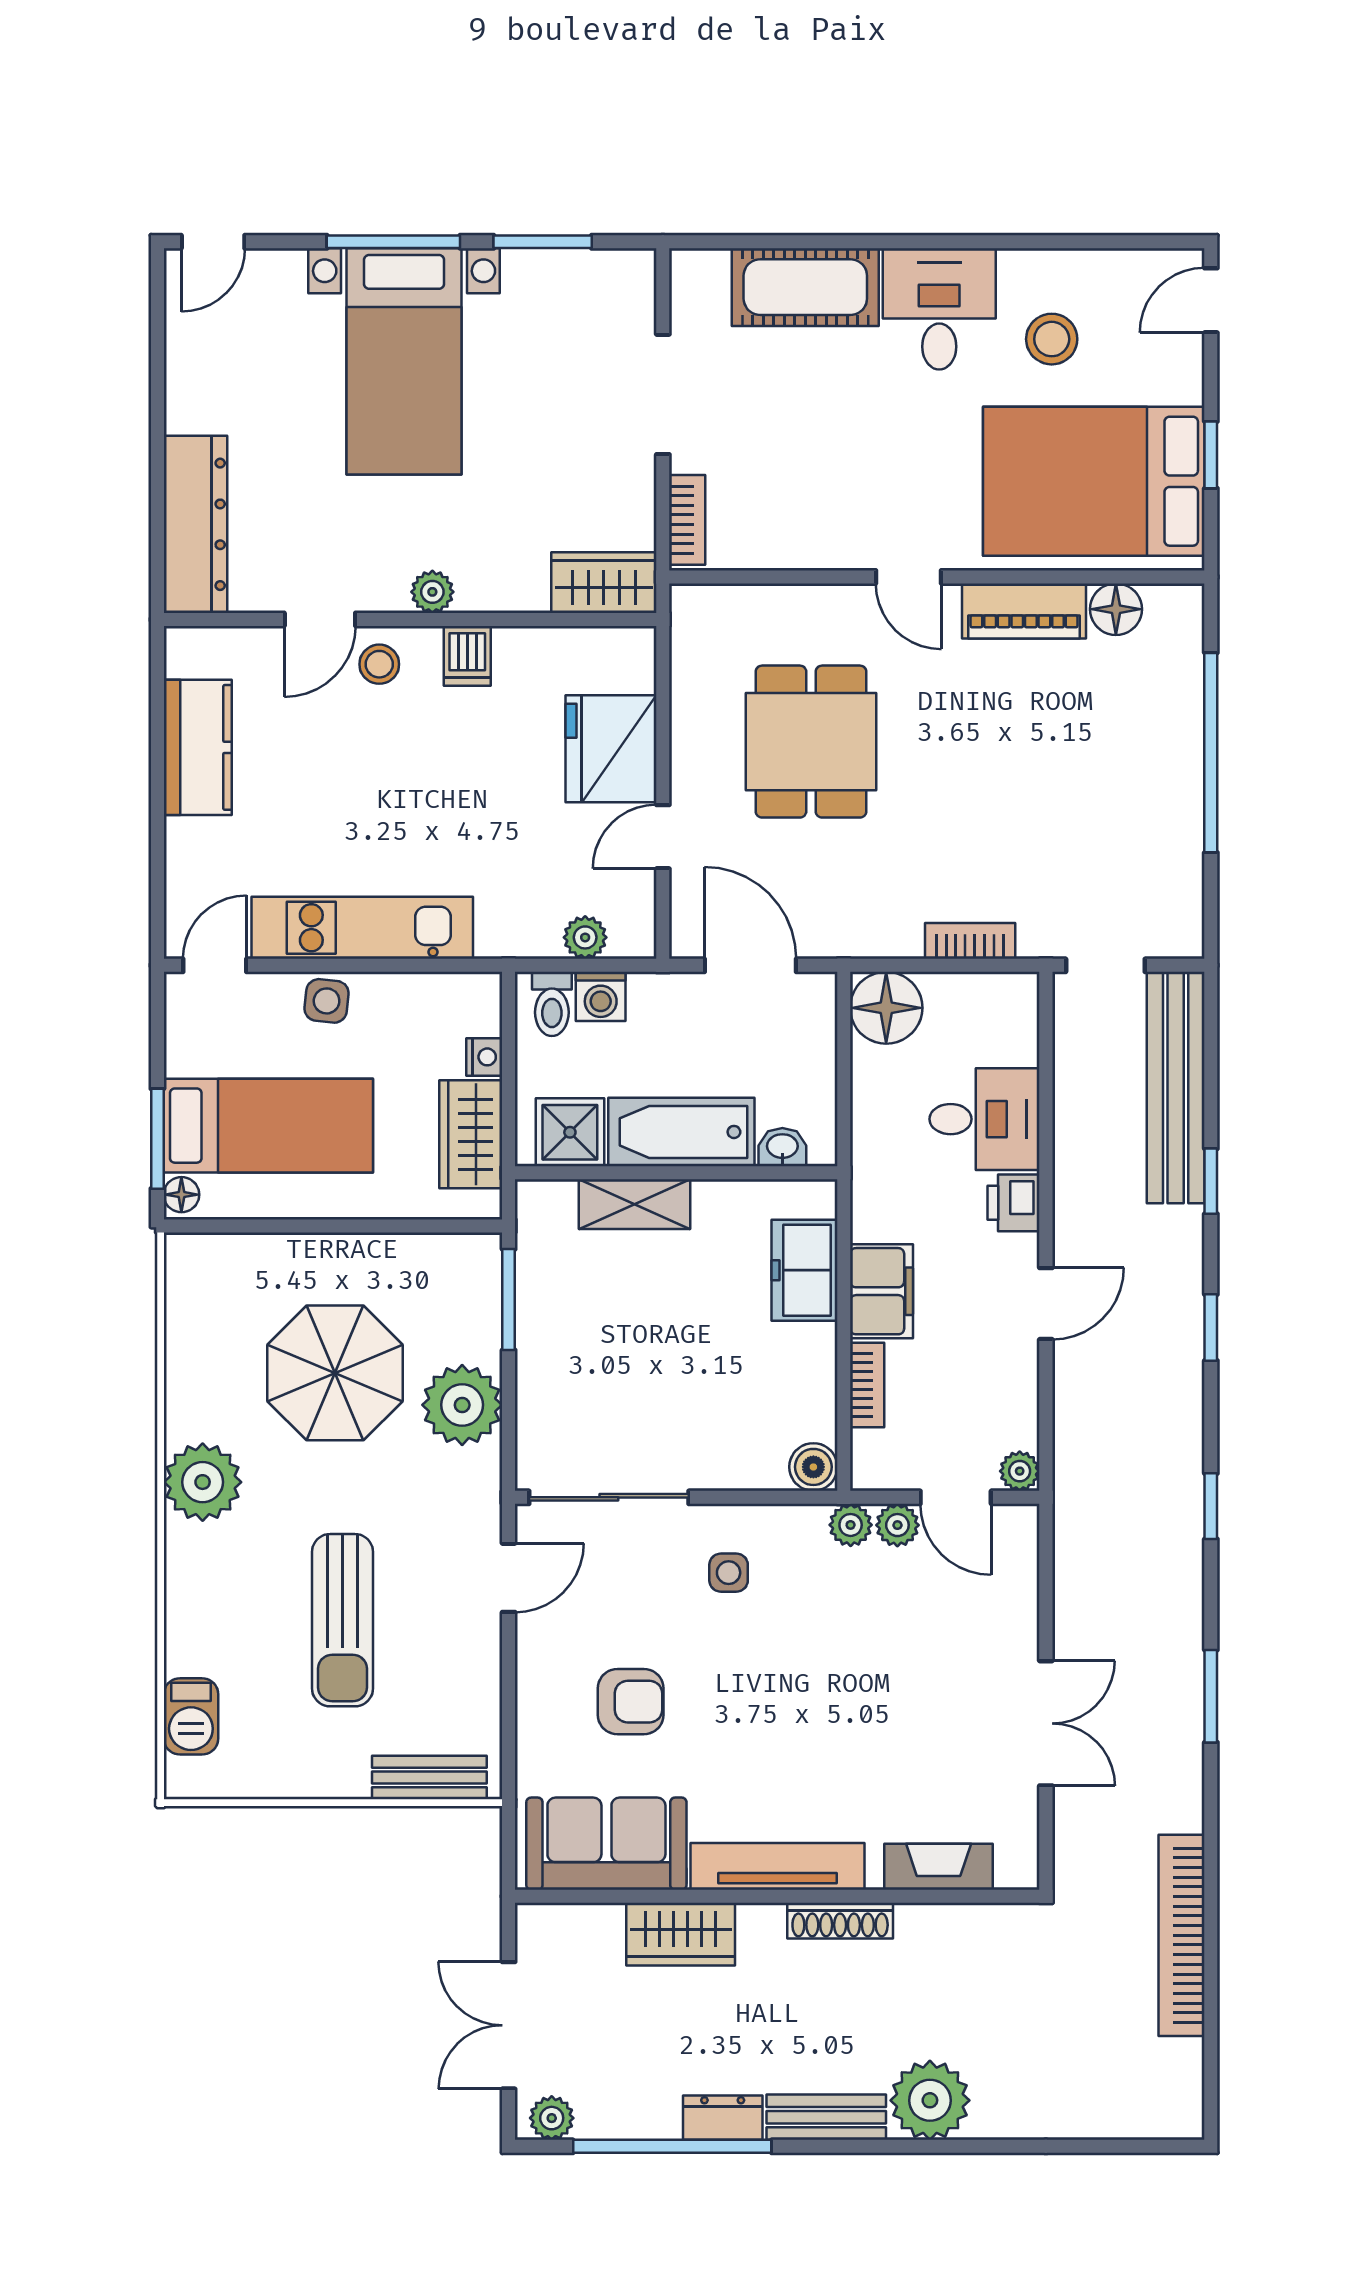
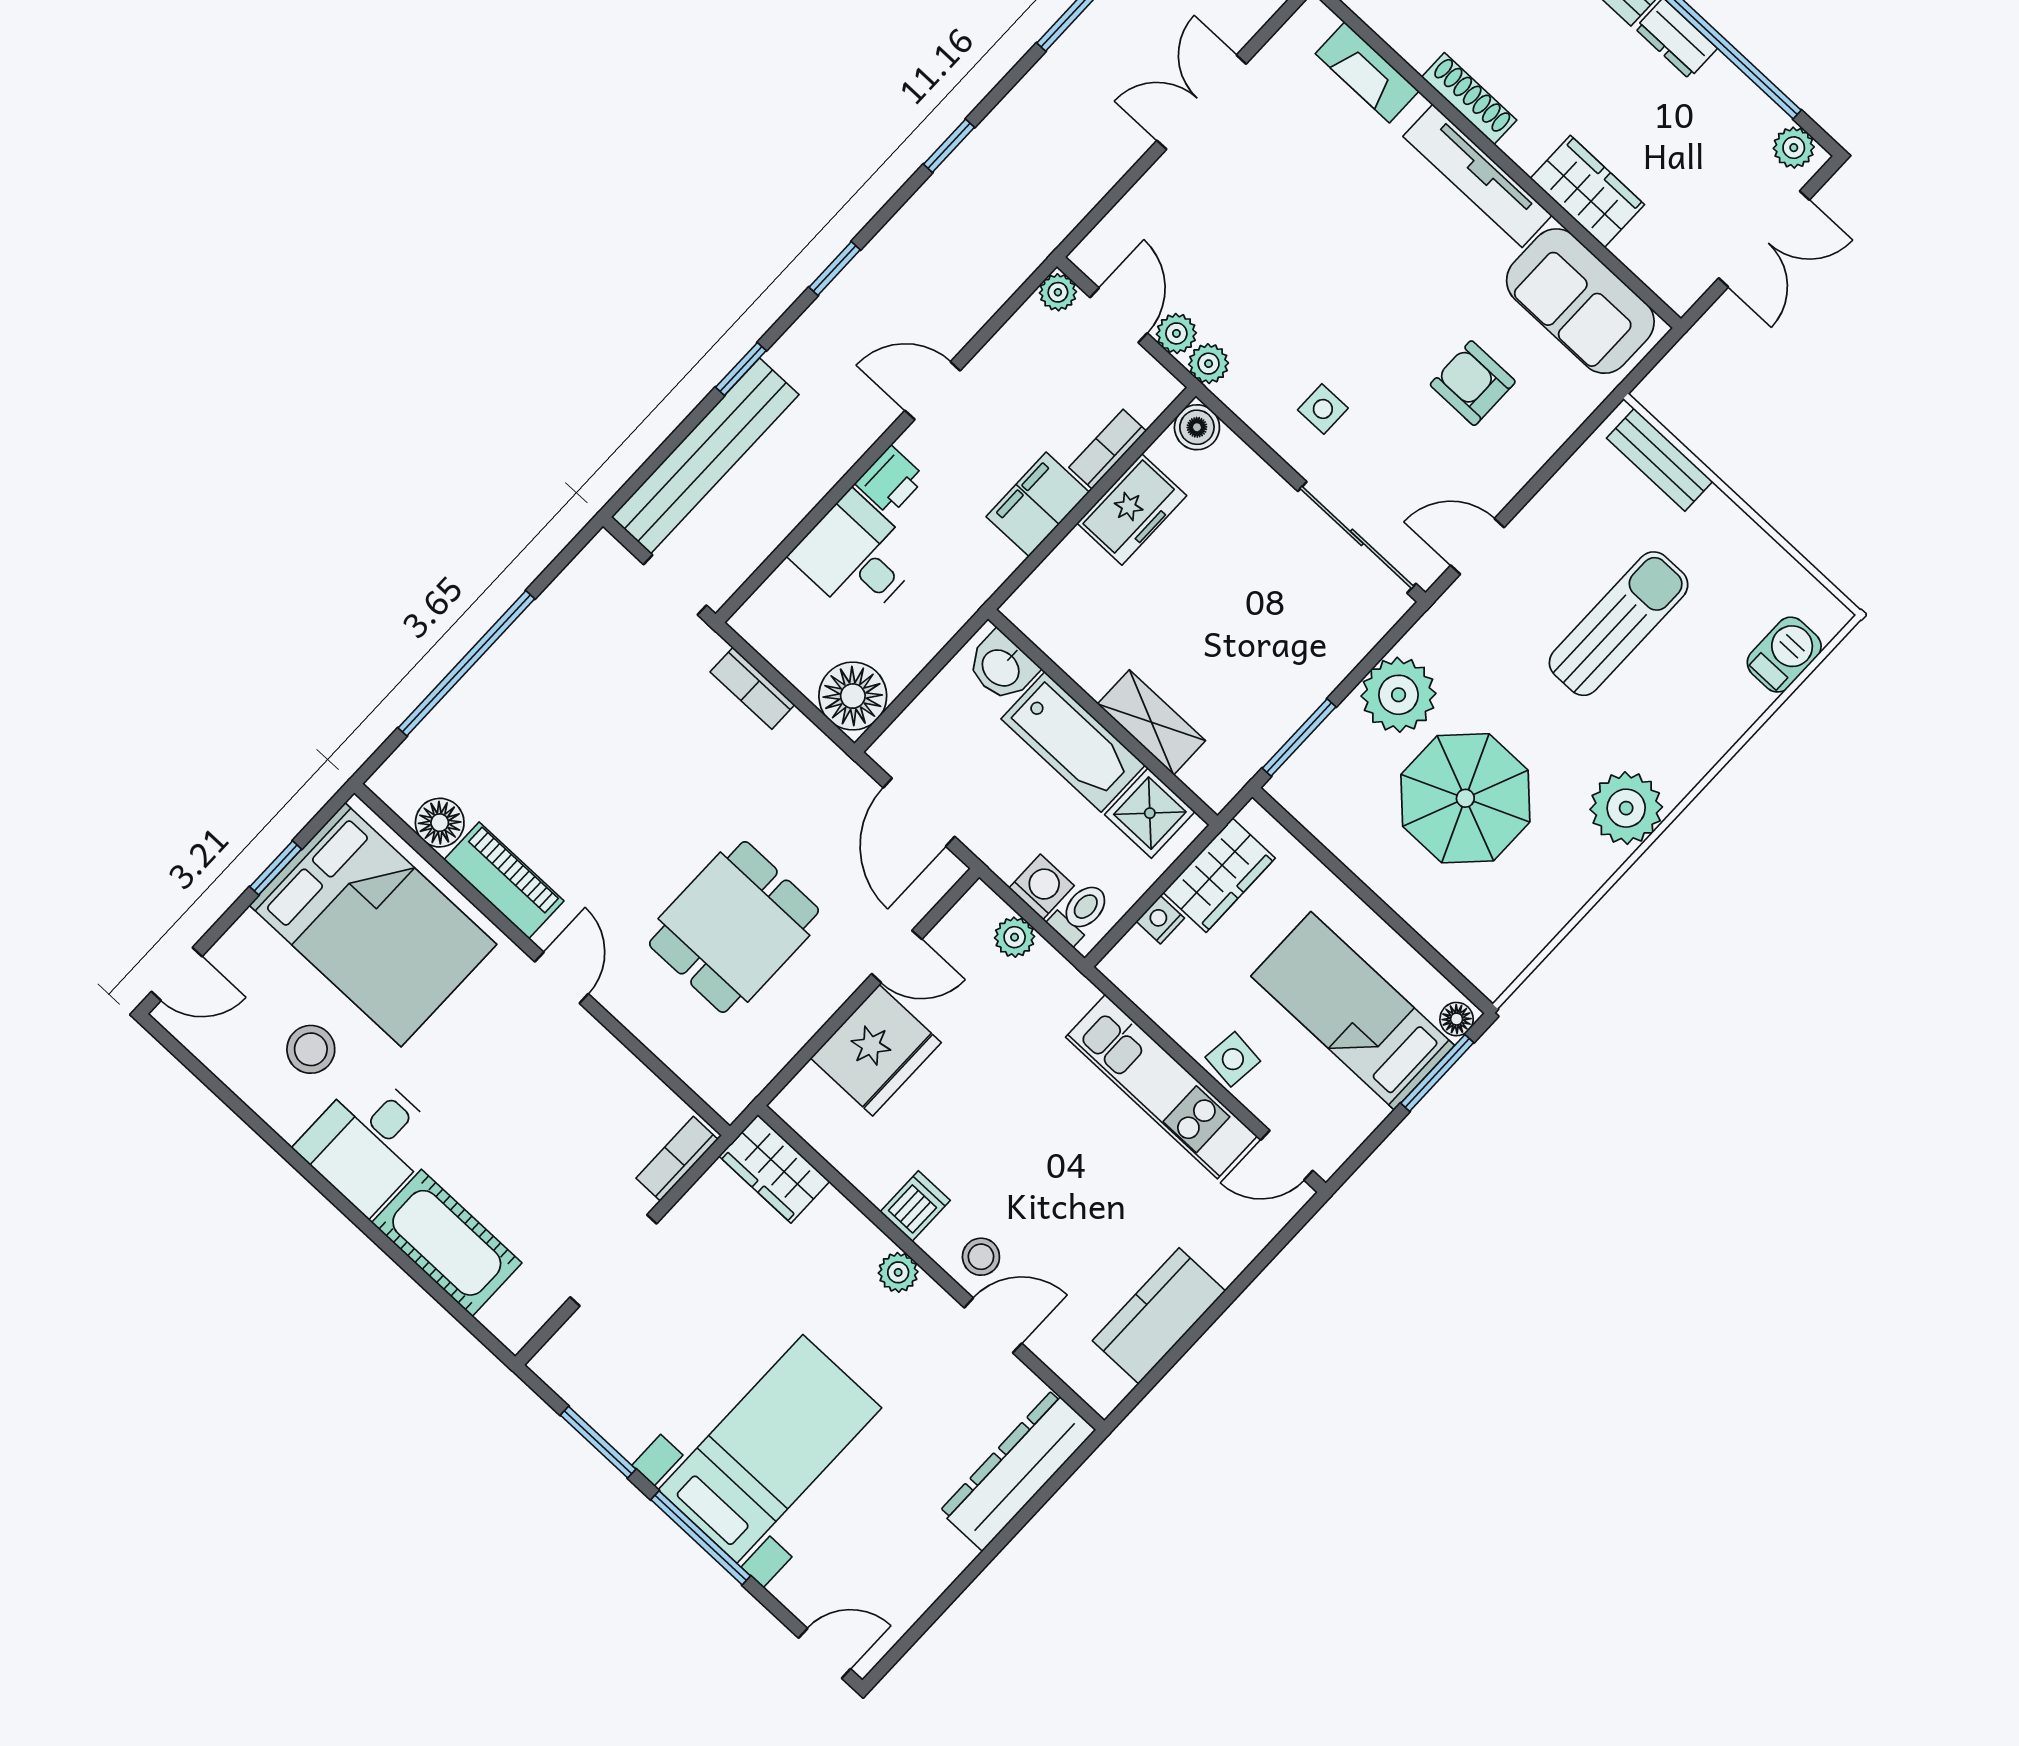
washbasin: (782, 1147) -> (1002, 667), width x1.38, depth x1.45
freezer: (804, 1270) -> (1132, 509), moved

